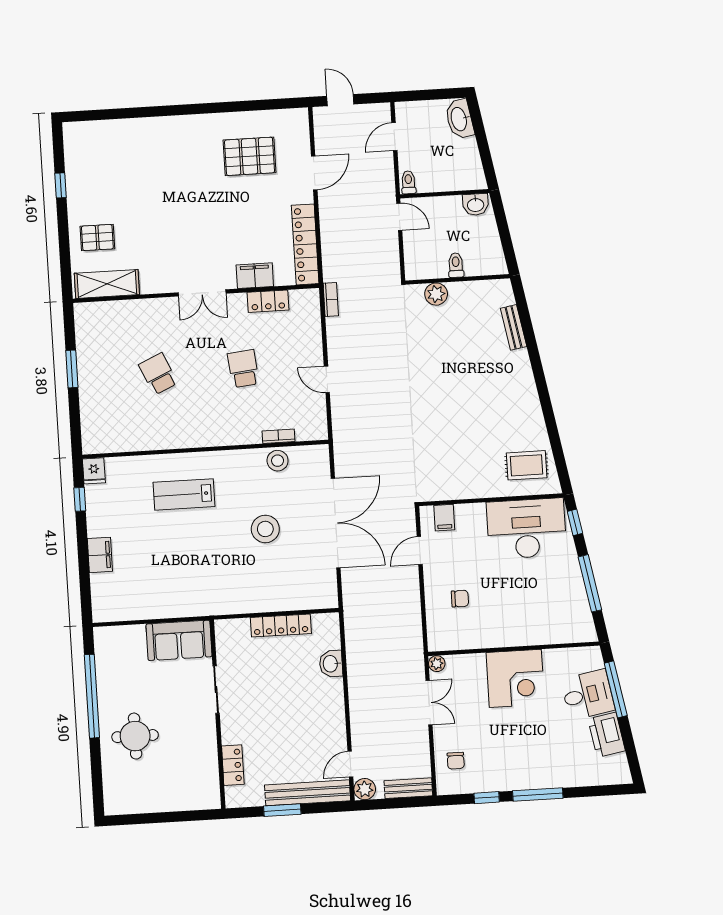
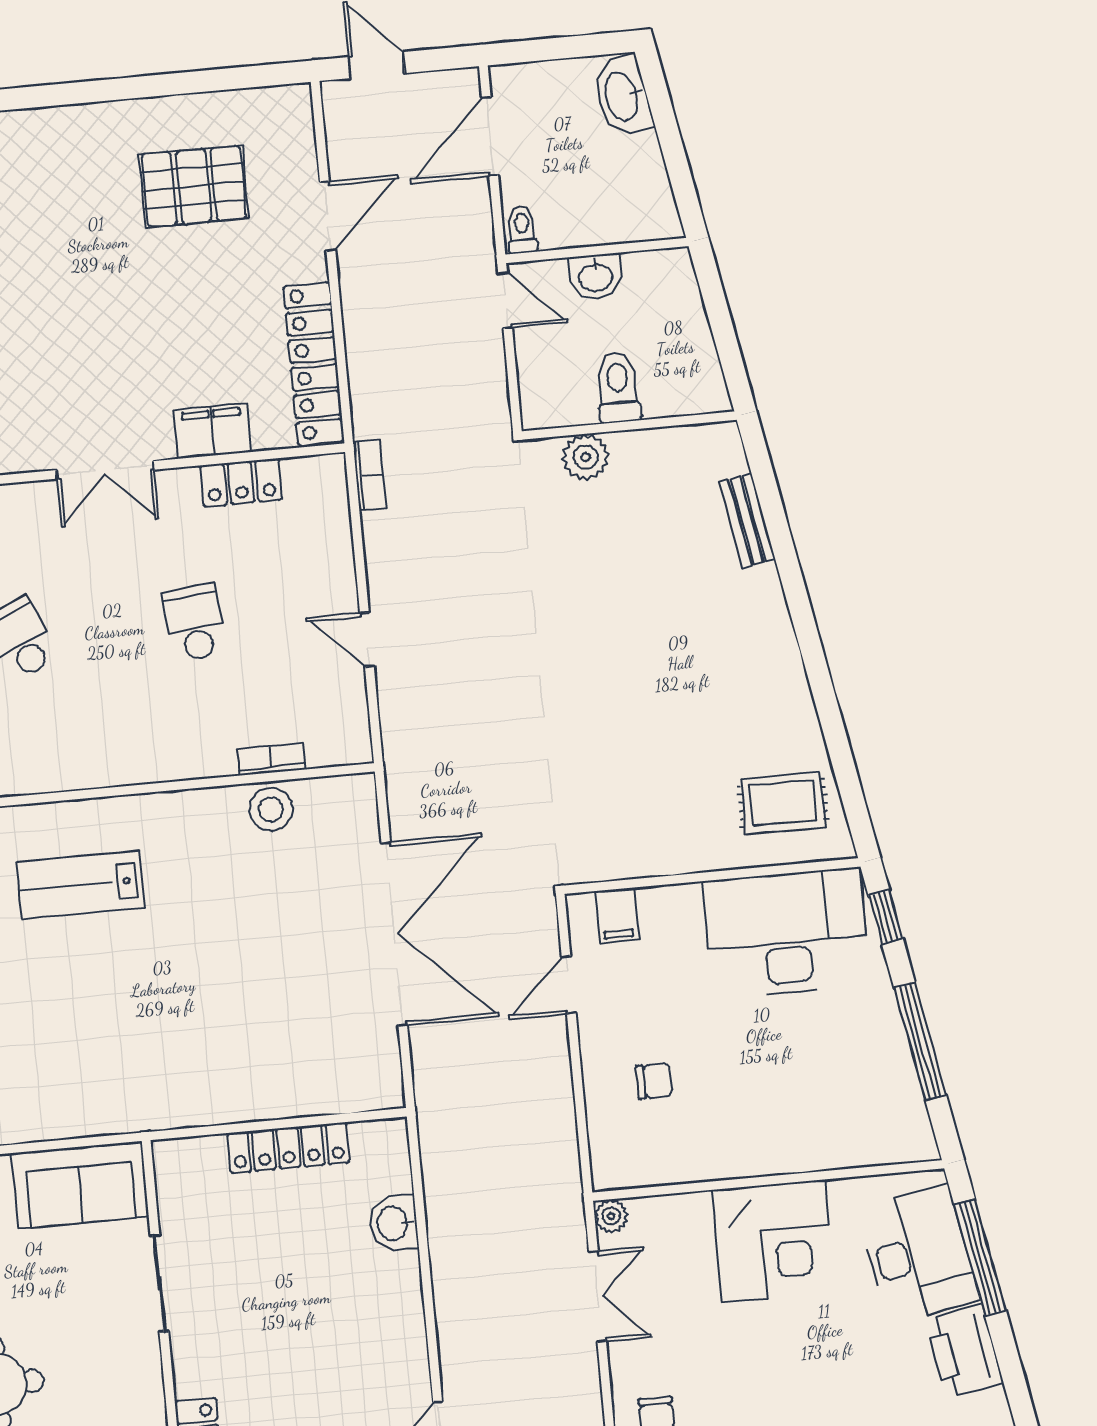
door: (394, 137) -> (490, 136), width x1.38
washbasin: (476, 204) -> (596, 277), moved
toilet: (456, 265) -> (618, 387), width x1.37, depth x1.39
stool: (265, 529) -> (250, 951), removed
desk: (588, 695) -> (918, 1254), width x1.37

